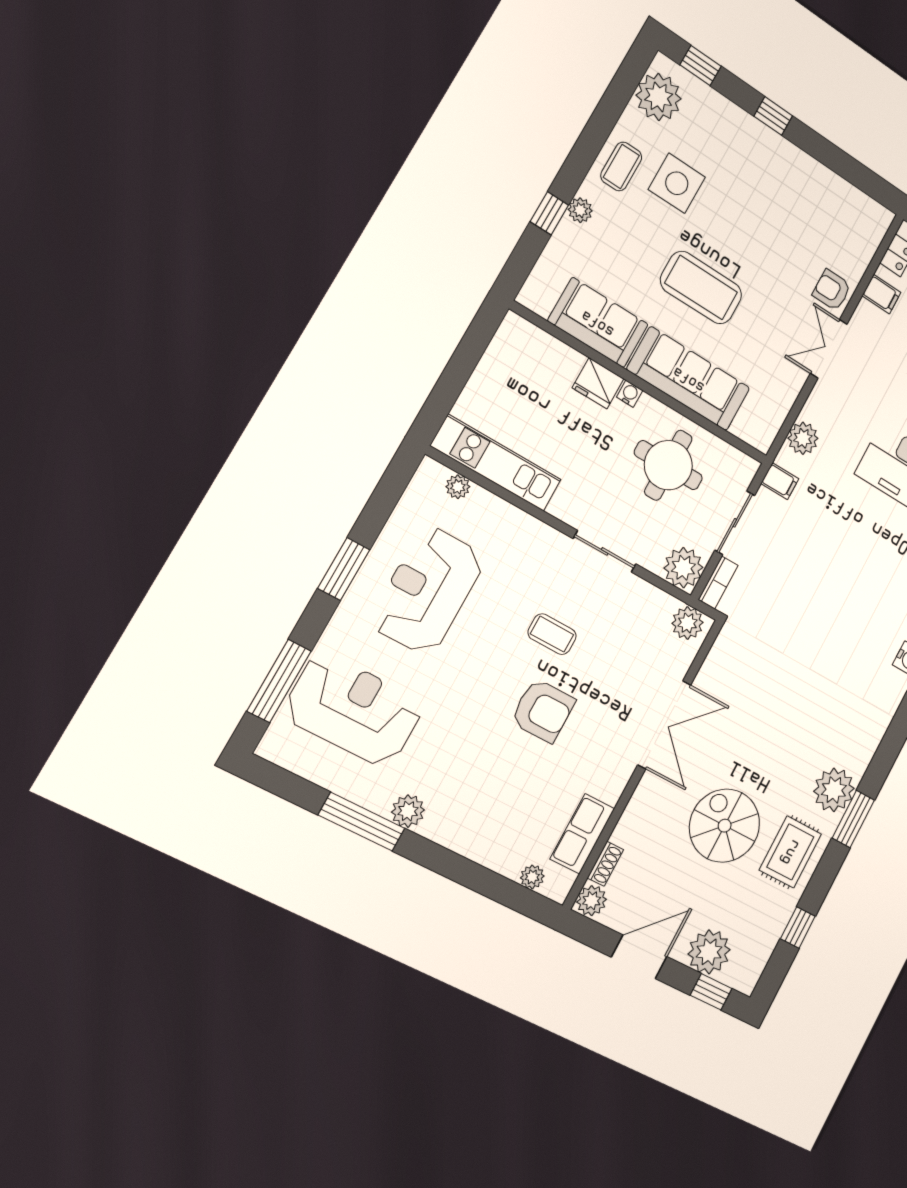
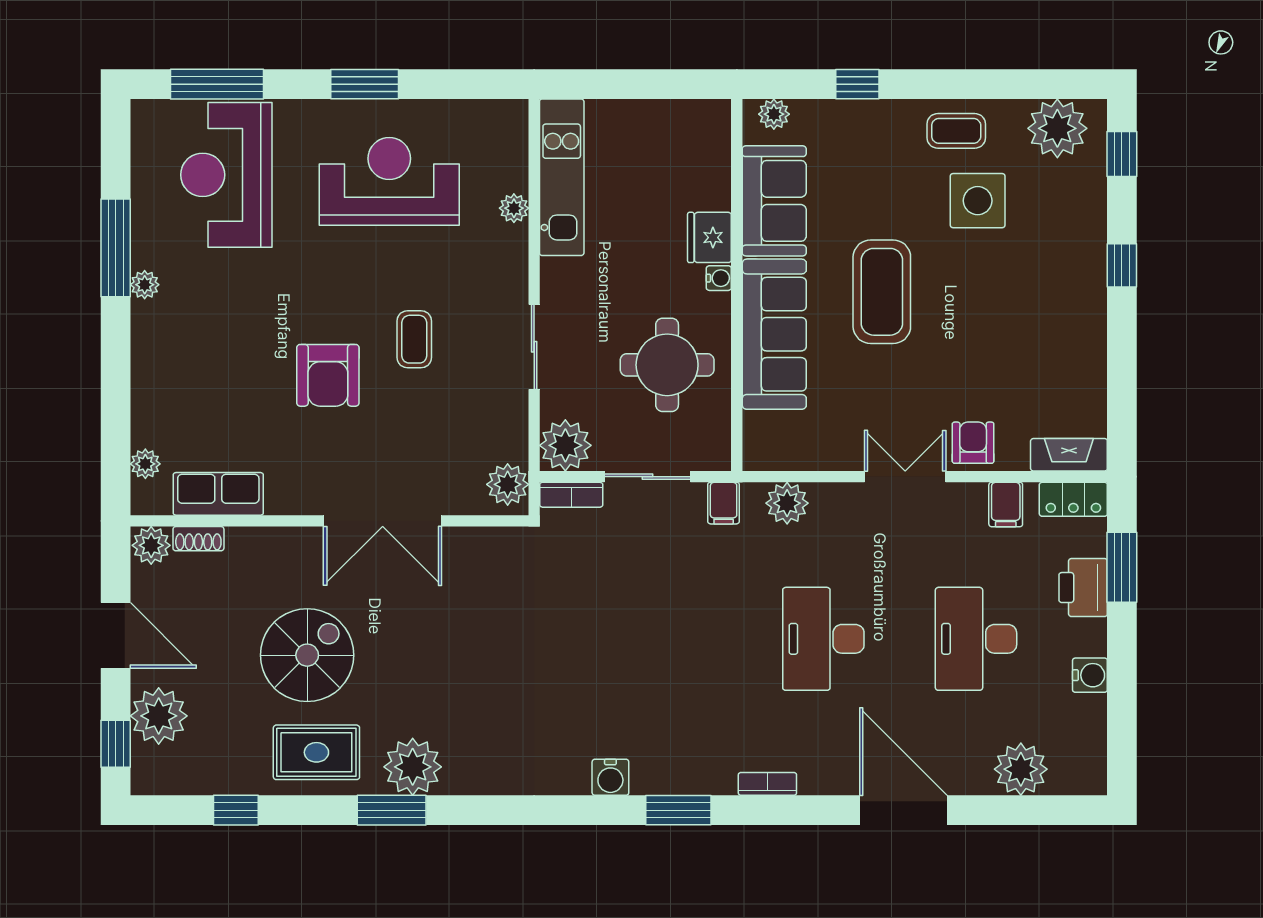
plant: (580, 210) -> (774, 114), moved
fireplace: (873, 232) -> (1069, 455), added
plant: (458, 487) -> (514, 208), moved
reception desk: (354, 710) -> (226, 175), turned 180
plant: (408, 811) -> (145, 285), width x0.73, depth x0.73

